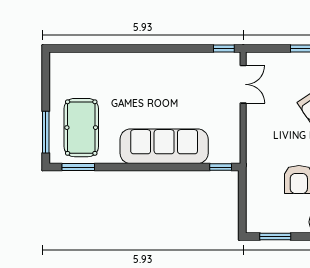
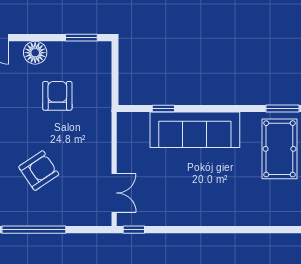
double door: (243, 84) -> (114, 193), swing flipped
window: (221, 167) -> (163, 109), moved

